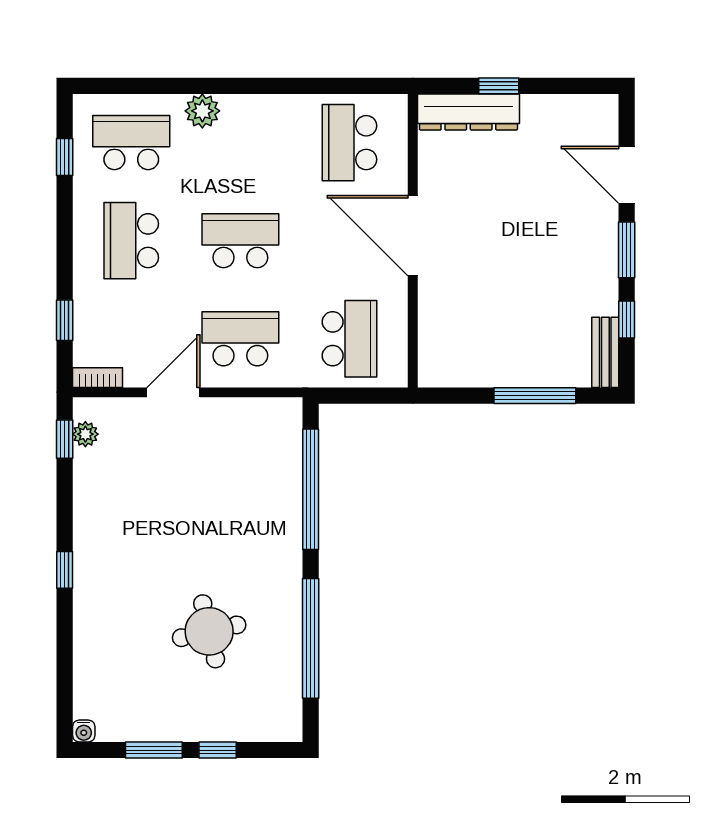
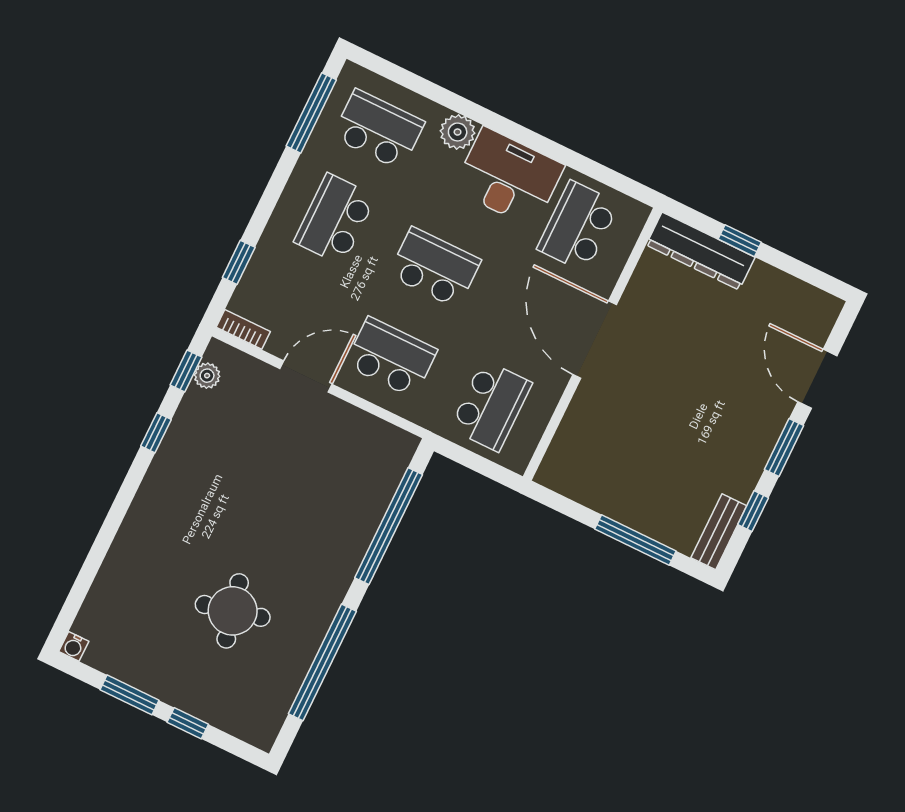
desk: (267, 129) -> (509, 177), added
window: (65, 157) -> (311, 113), width x2.17
window: (65, 570) -> (156, 433), moved

